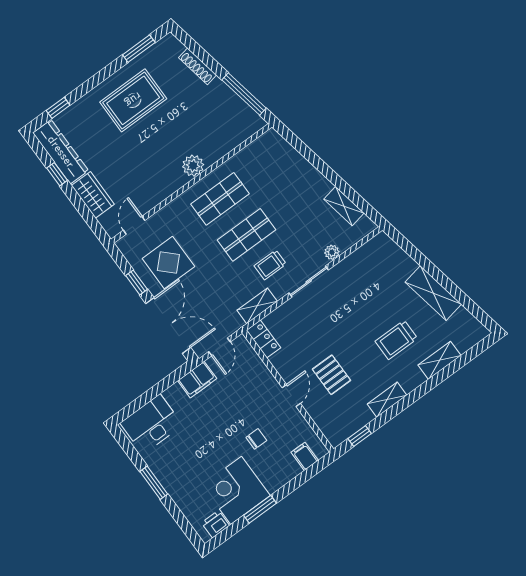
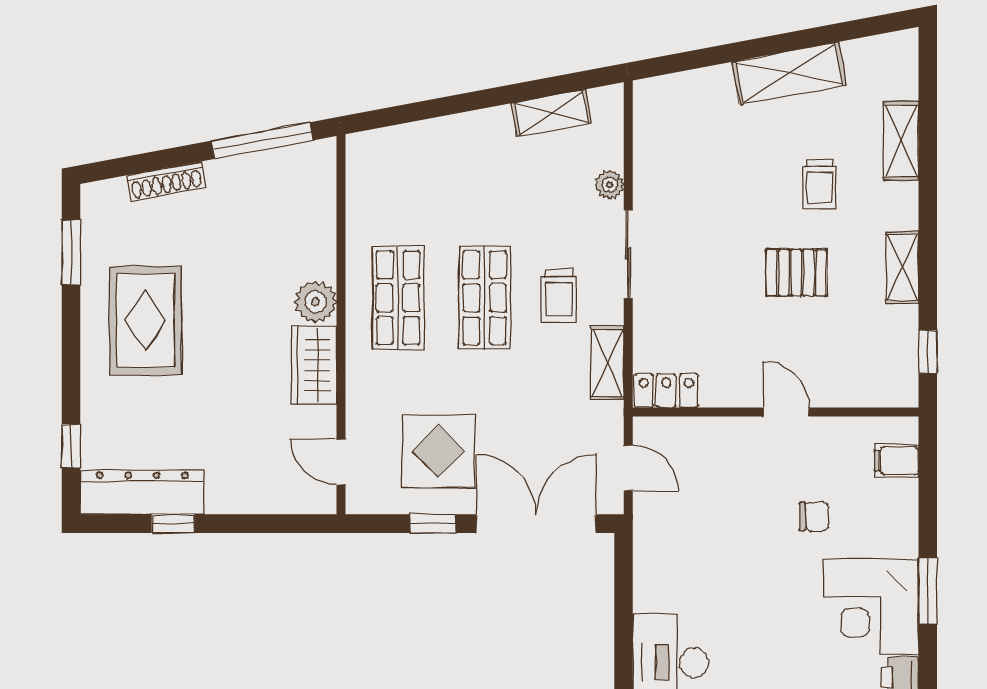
wardrobe: (93, 195) -> (314, 365), moved, turned -90
trolley: (396, 340) -> (820, 184), width x0.73, depth x0.72
pallet: (331, 375) -> (796, 273), moved
filing cabinet: (197, 380) -> (654, 540), removed
chair: (256, 439) -> (814, 516), turned 90

